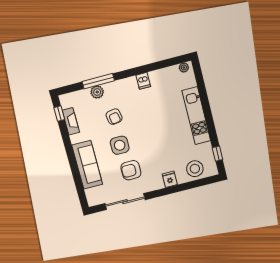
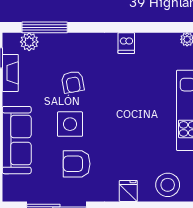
window: (98, 81) -> (45, 27), moved
plant: (97, 92) -> (29, 42), moved

